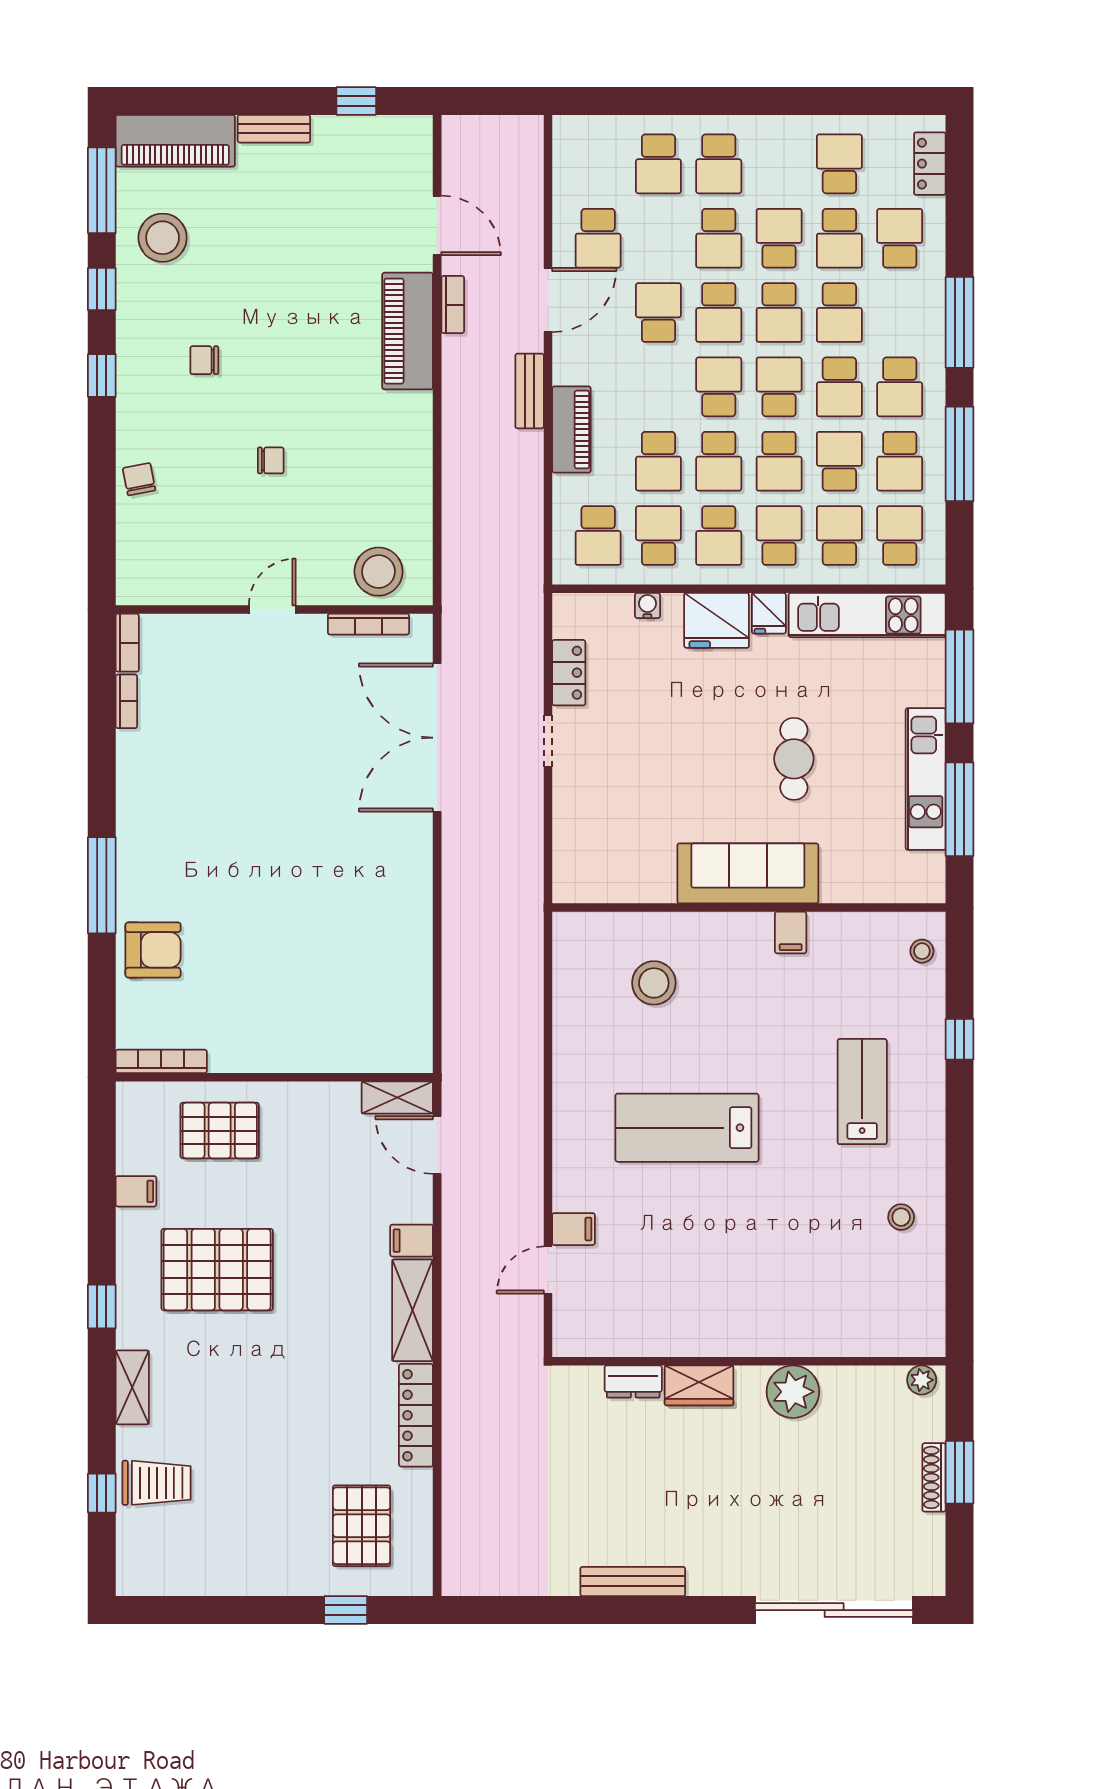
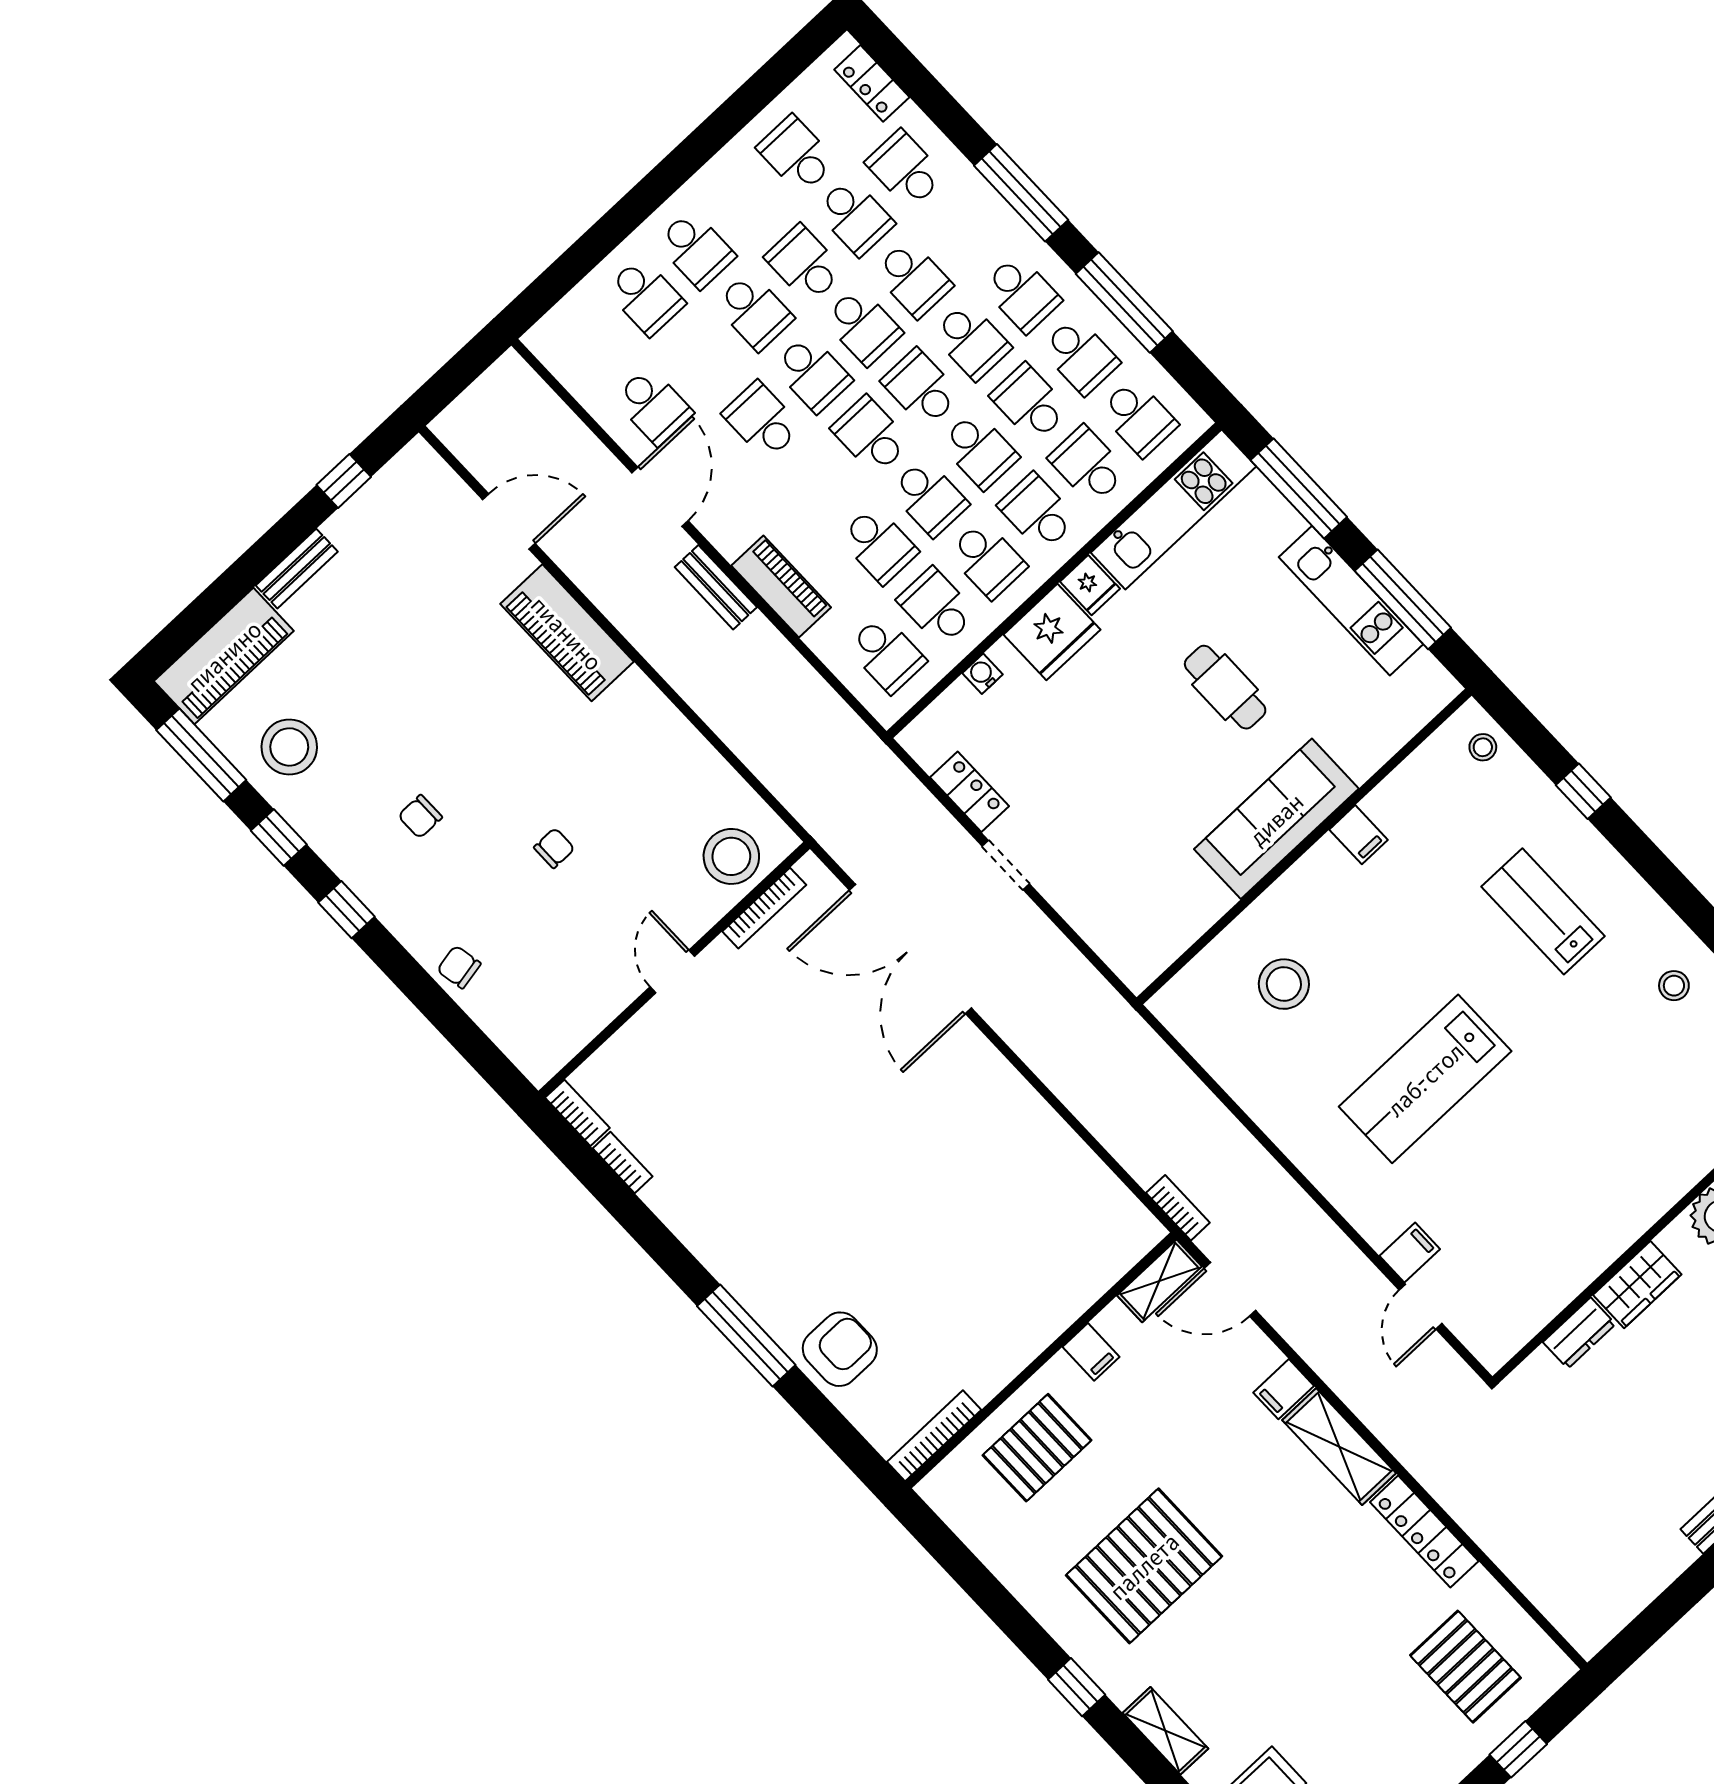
bookcase: (453, 305) -> (1178, 1208), moved
school desk: (900, 536) -> (1138, 418), turned 180
filing cabinet: (136, 1191) -> (1091, 1352), moved, turned 90

